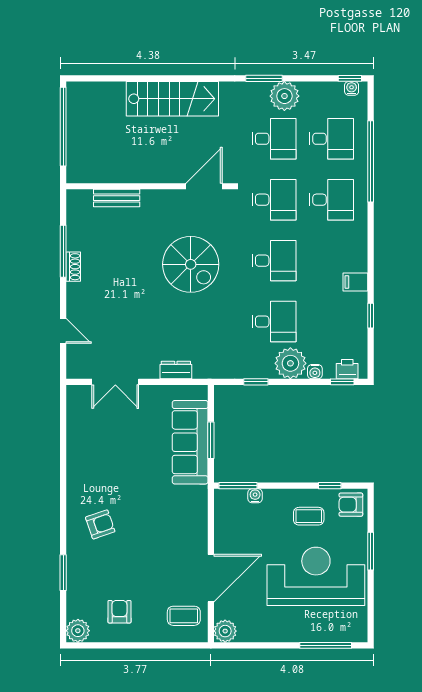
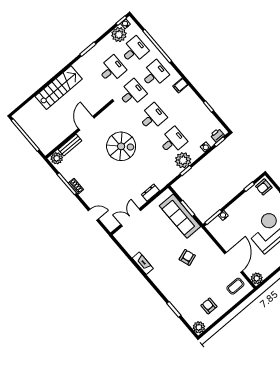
plant: (284, 96) -> (119, 35), moved
door: (204, 186) -> (86, 123), moved
plant: (80, 201) -> (57, 158), added
filing cabinet: (355, 282) -> (180, 85), moved
plant: (290, 363) -> (183, 160), moved
double door: (115, 382) -> (131, 217), swing flipped
fireplace: (75, 465) -> (143, 263), added
coffee table: (309, 516) -> (251, 206), removed
armchair: (100, 524) -> (187, 257), moved

